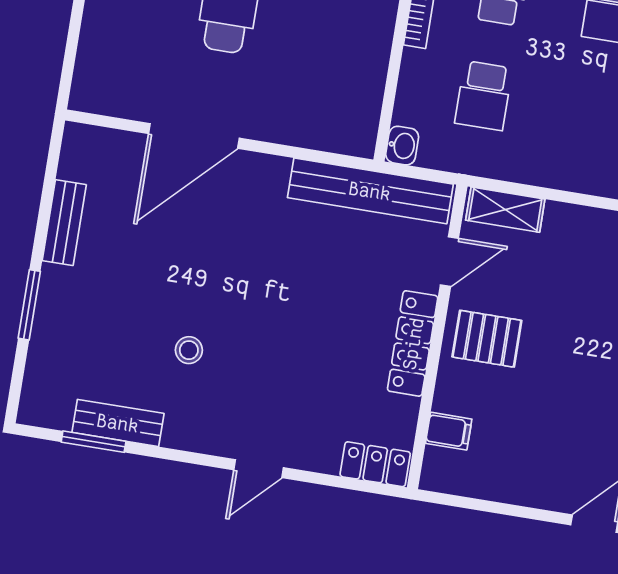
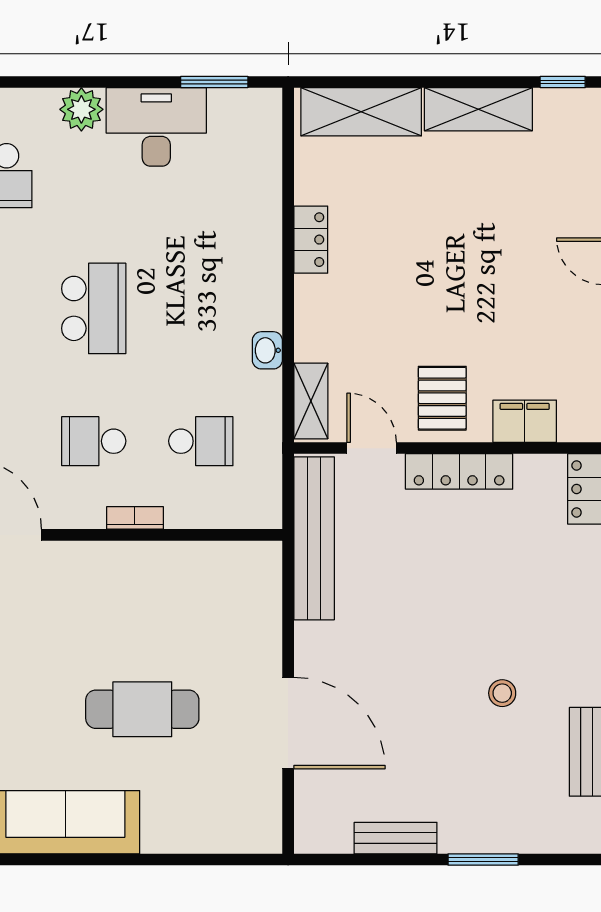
washbasin: (402, 146) -> (267, 350), moved, turned -90
filing cabinet: (449, 431) -> (525, 421), width x2.00

